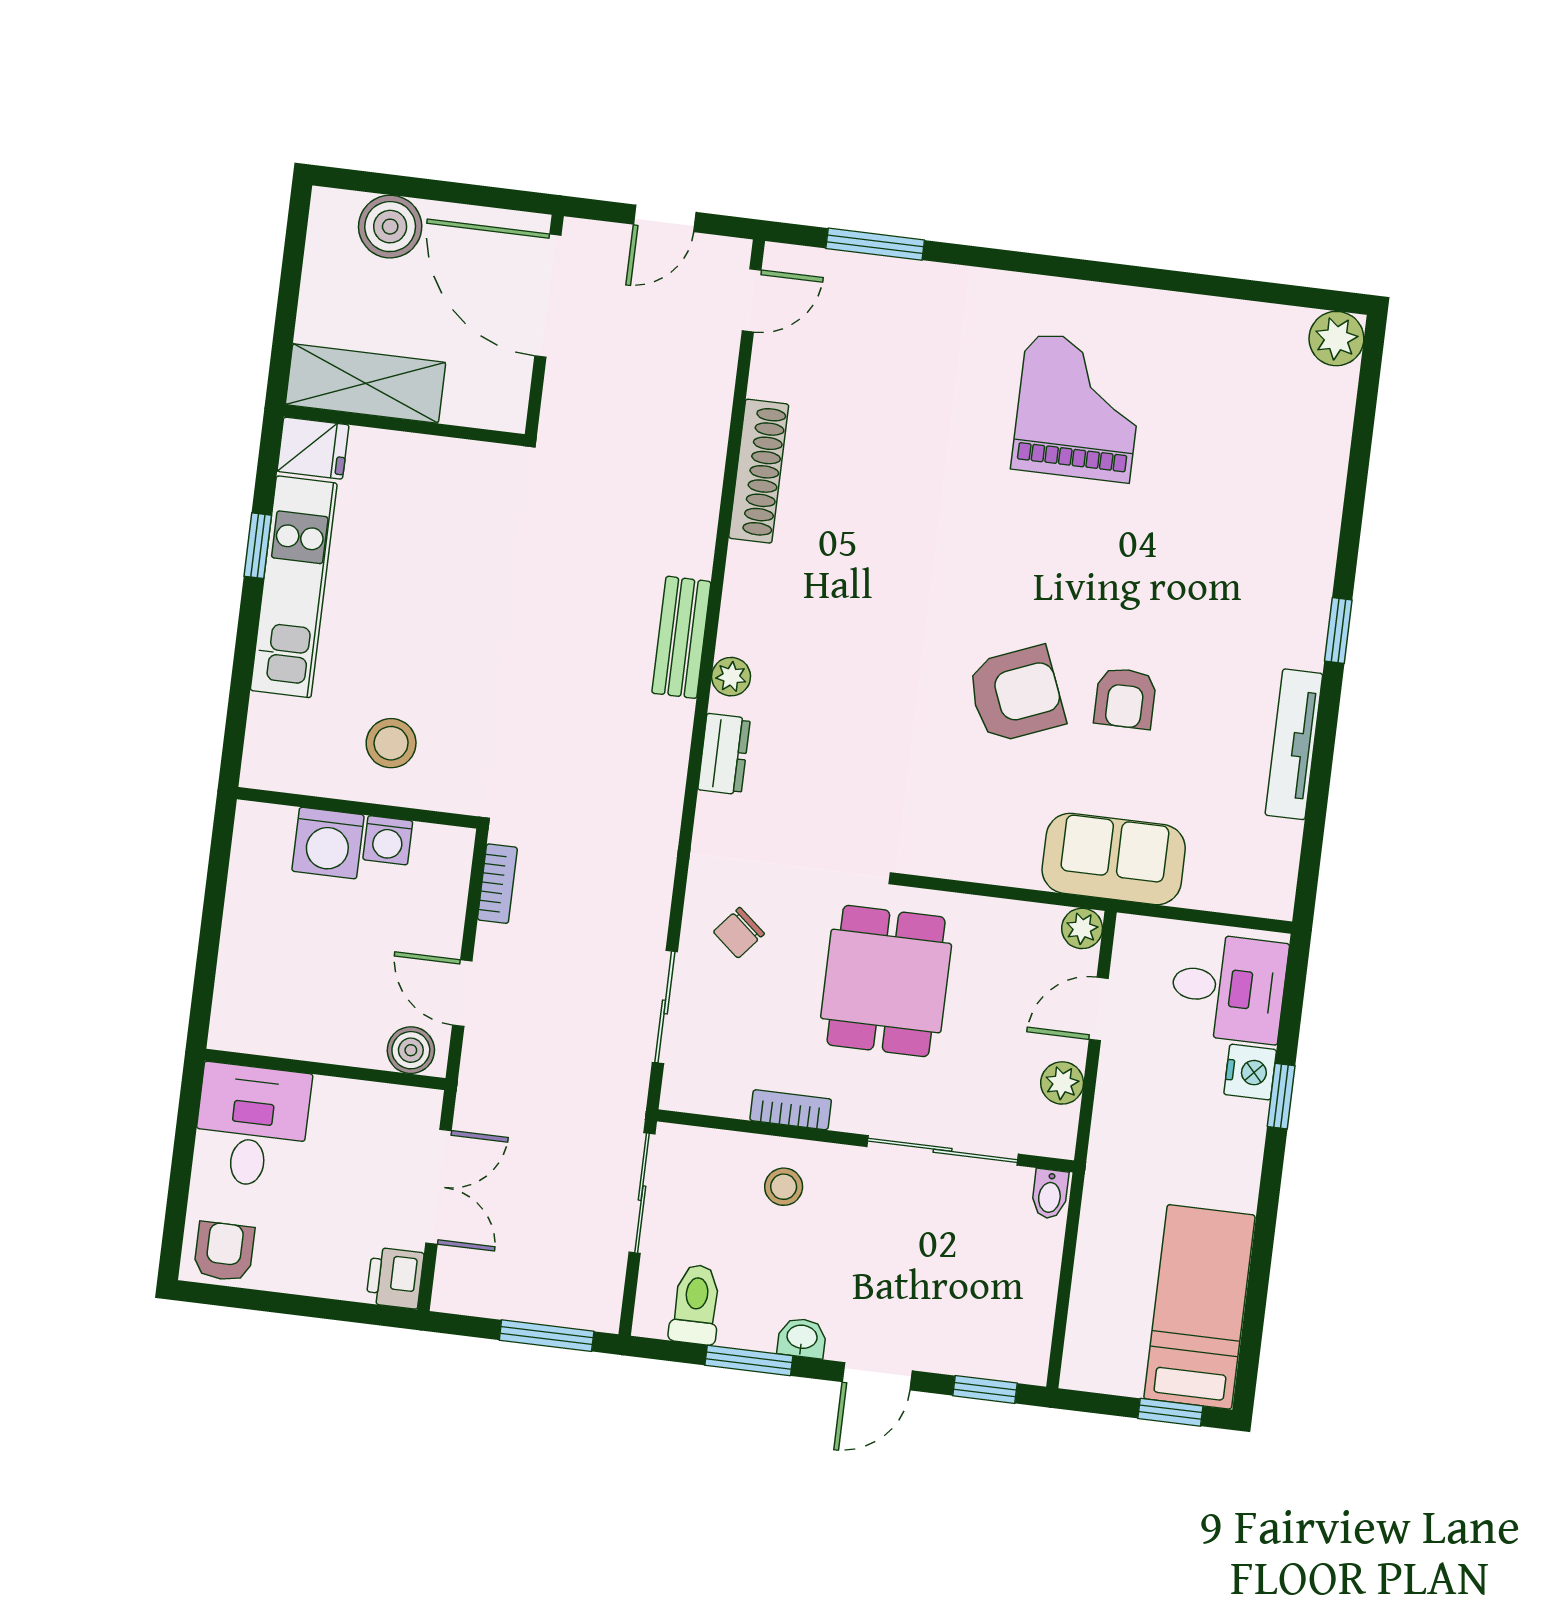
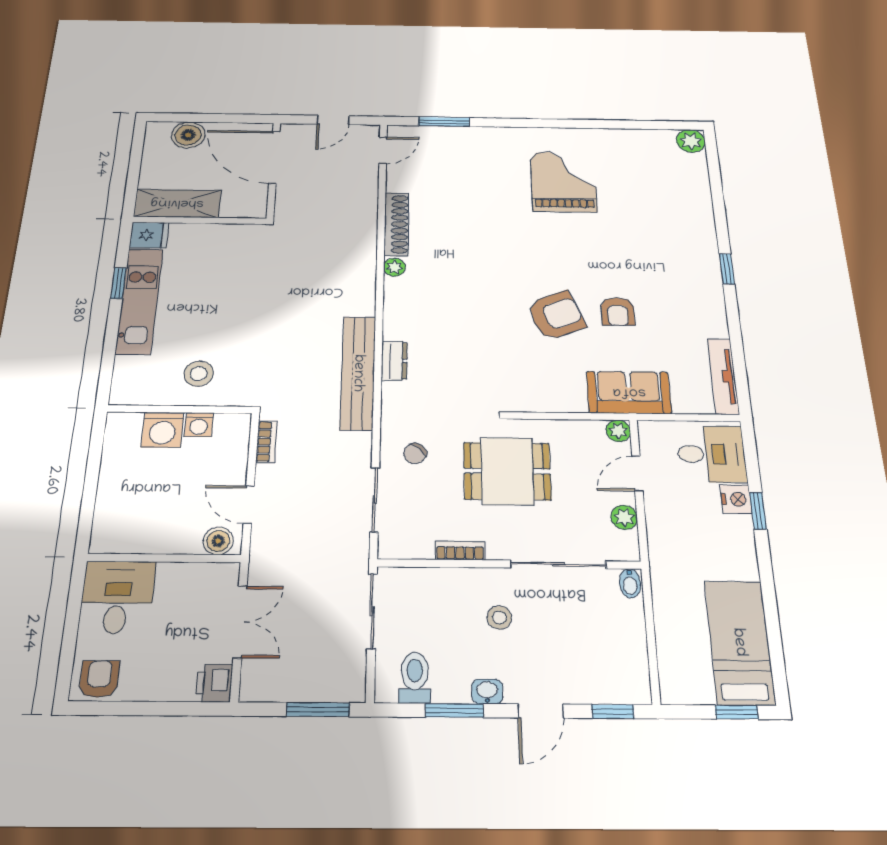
bench: (681, 637) -> (358, 373), moved, width x1.86, depth x1.21
plant: (731, 677) -> (394, 267), moved
tv unit: (1294, 744) -> (723, 376), moved
dining table: (886, 981) -> (507, 471), turned 90
stool: (784, 1187) -> (499, 618), moved

